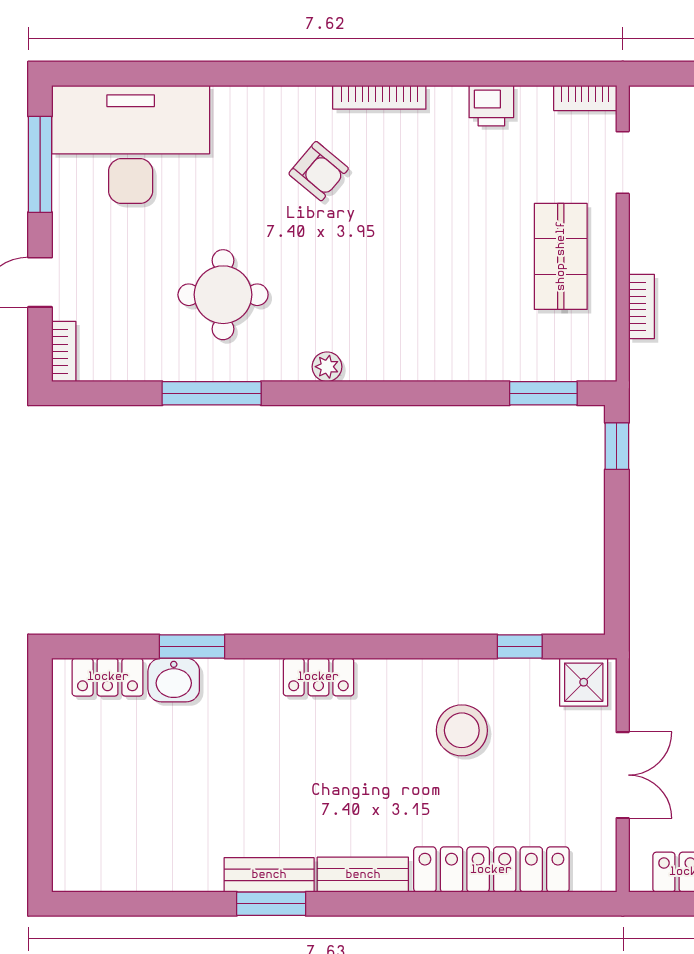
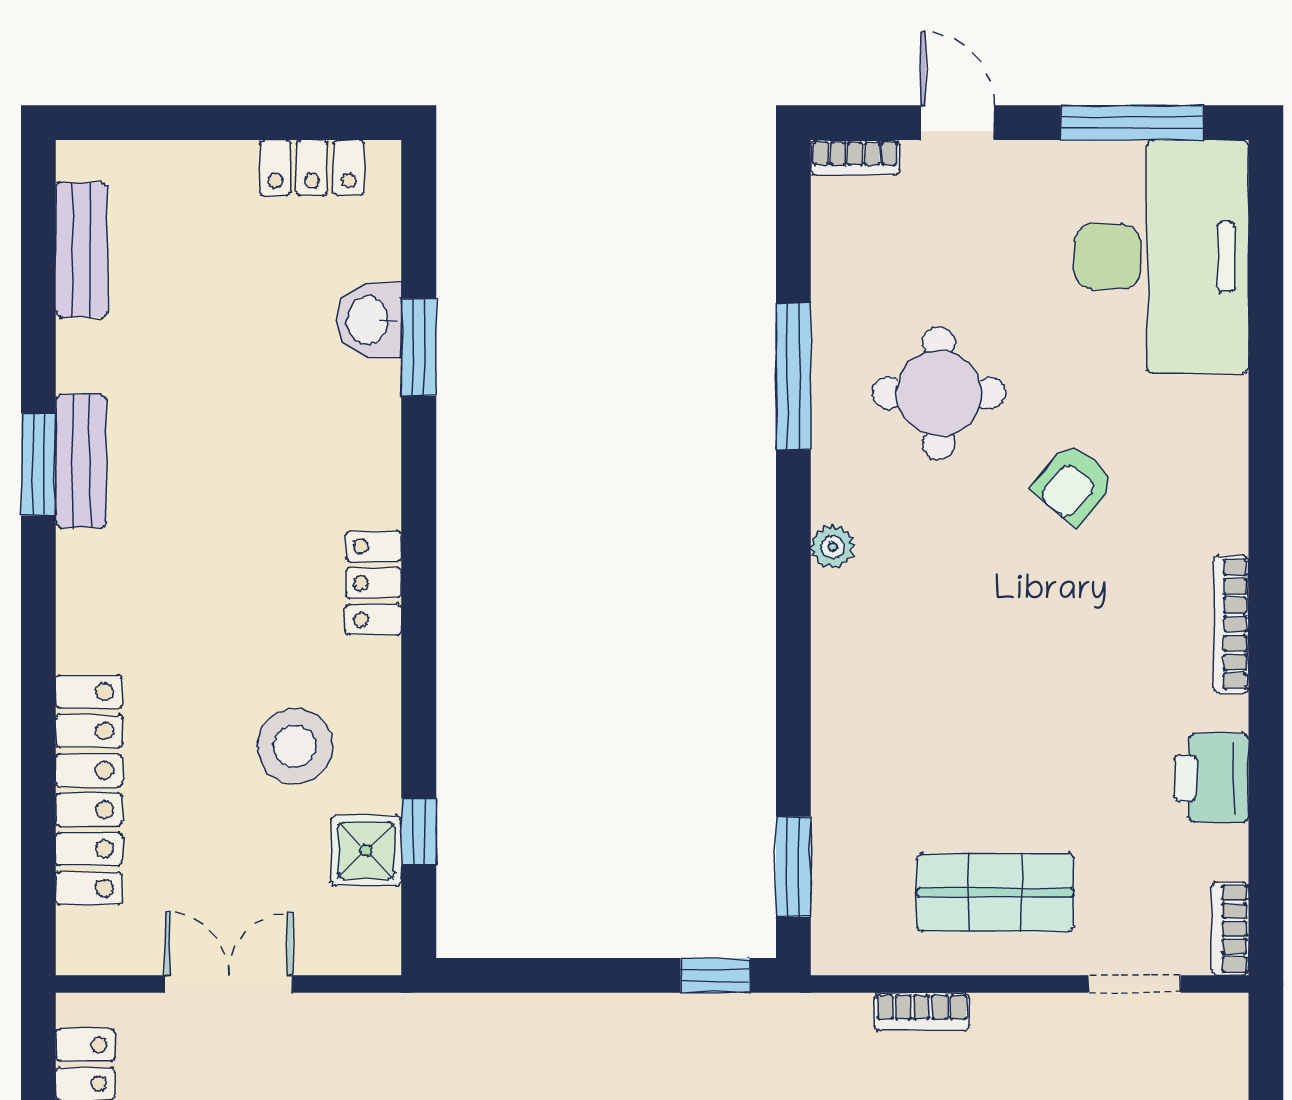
printer: (491, 106) -> (1212, 778), width x1.36, depth x1.24
armchair: (319, 171) -> (1073, 484), moved
locker: (108, 677) -> (312, 168), moved, turned -90
locker: (318, 677) -> (374, 583), moved
shower: (584, 682) -> (366, 850), moved
double door: (623, 775) -> (229, 984), swing flipped
bench: (363, 875) -> (81, 250), moved

